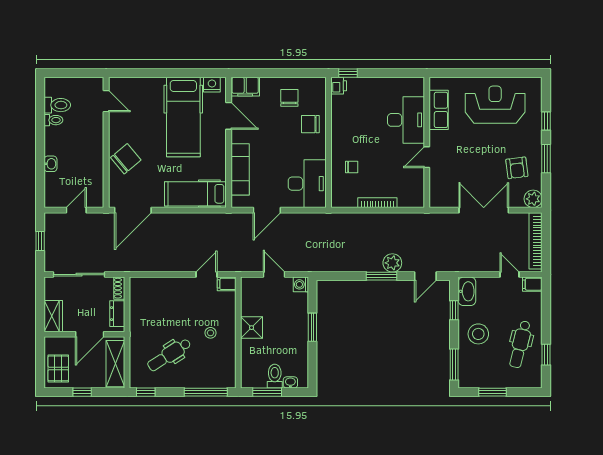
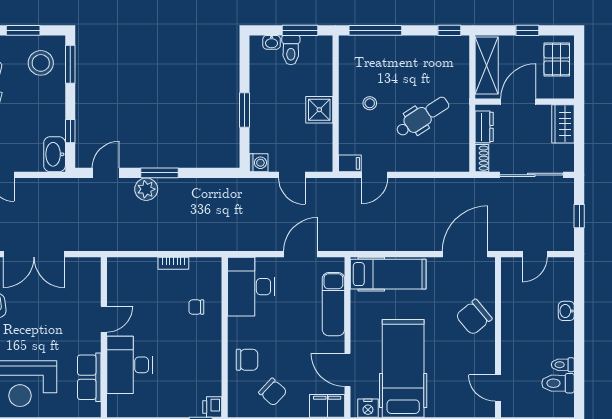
chair: (289, 98) -> (273, 392), turned -47
bookcase: (377, 203) -> (173, 263), width x0.64
stool: (478, 334) -> (41, 63), moved
dental chair: (169, 355) -> (422, 117), moved

